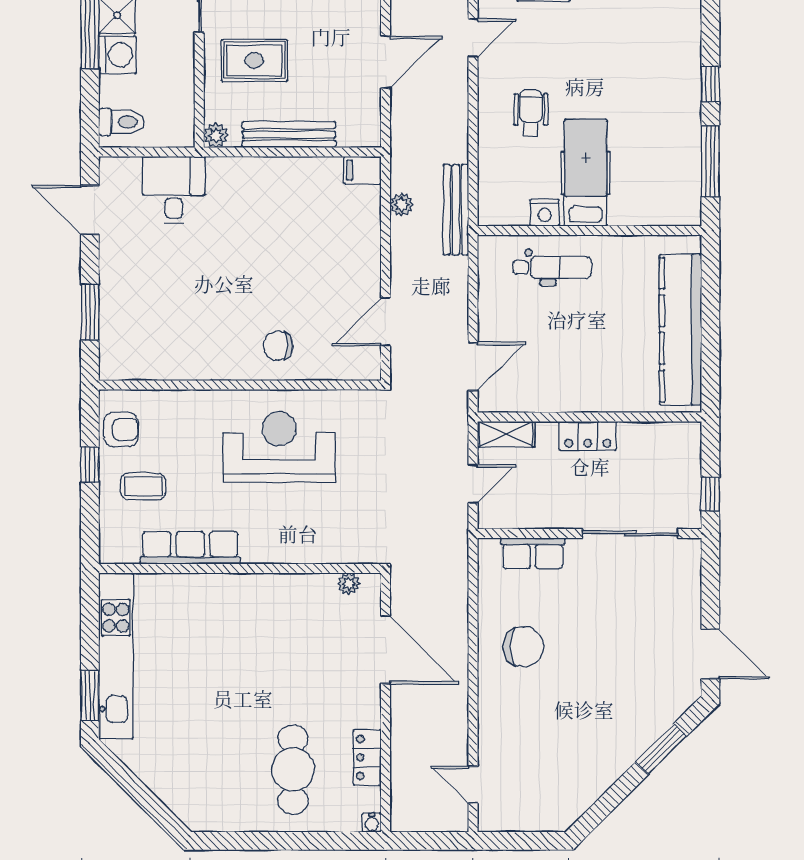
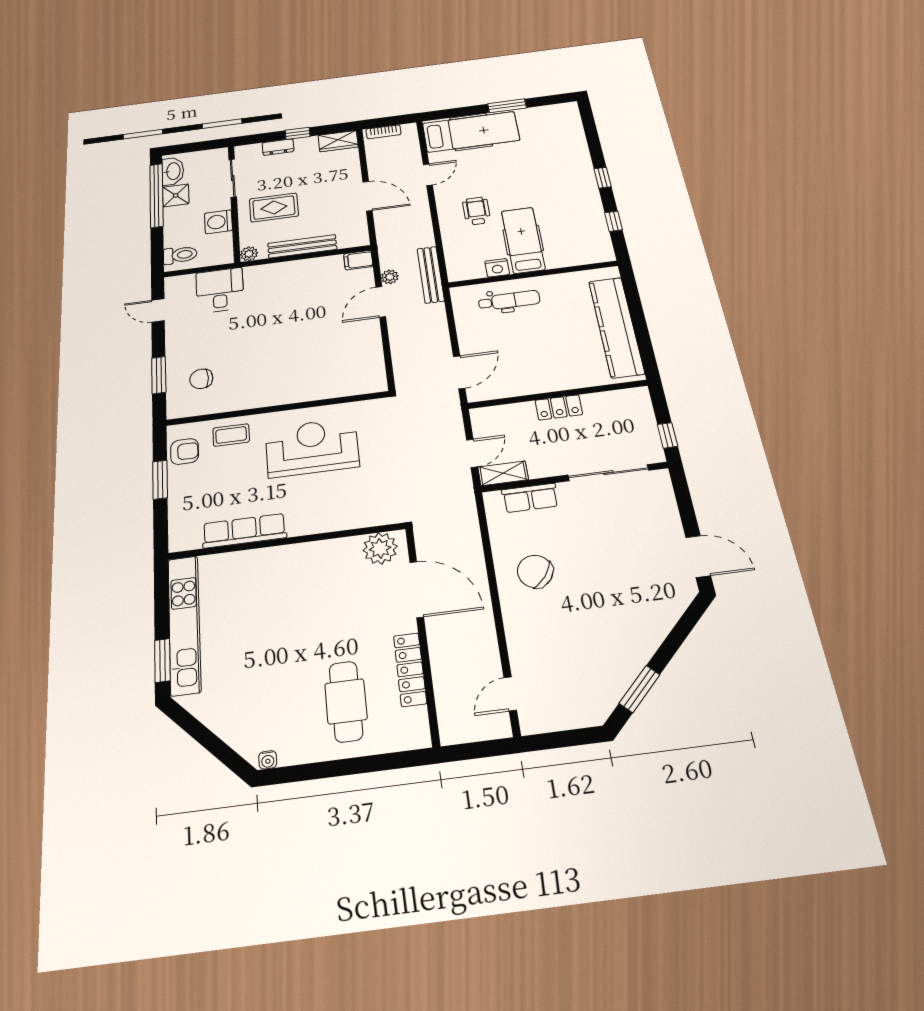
washing machine: (117, 55) -> (218, 222), moved, turned 180
door: (386, 62) -> (368, 196), hinge flipped
window: (710, 161) -> (613, 221), width x0.46
door: (90, 210) -> (158, 310), width x0.73
door: (386, 322) -> (381, 302), moved
chair: (278, 346) -> (201, 379), moved
shelving: (506, 434) -> (503, 473), moved
window: (90, 464) -> (160, 480), width x1.50
coffee table: (143, 486) -> (231, 435), moved
plant: (349, 584) -> (380, 548), width x1.88, depth x1.88
chair: (523, 647) -> (535, 571), turned -142
window: (661, 749) -> (640, 689), moved
locker: (367, 757) -> (410, 669), width x1.53
door: (473, 785) -> (510, 694), hinge flipped
water cooler: (372, 823) -> (268, 760), moved

